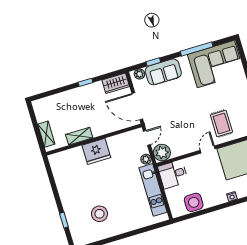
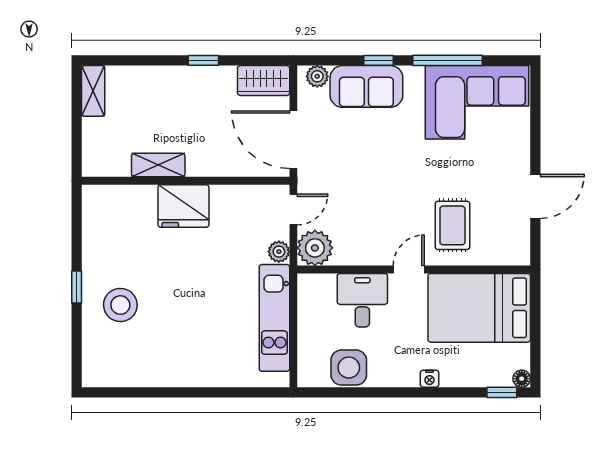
window: (153, 62) -> (379, 60), moved
shelving: (46, 134) -> (93, 91), moved
desk: (173, 174) -> (362, 300), moved, turned 90
stool: (99, 214) -> (120, 305), moved
window: (64, 220) -> (77, 287), moved

